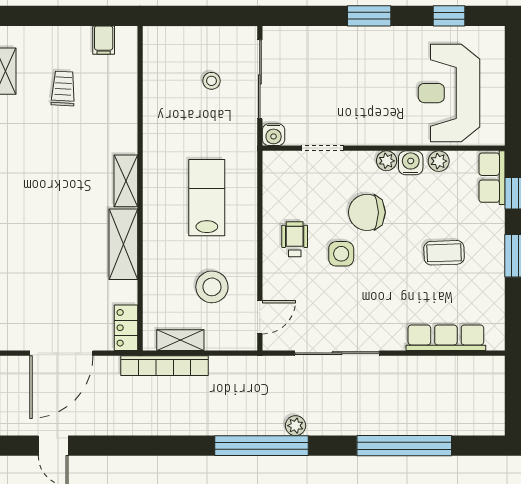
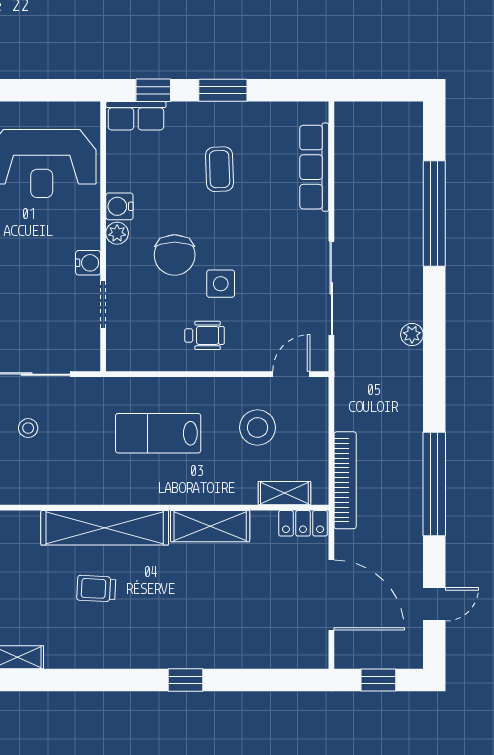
trolley: (63, 88) -> (96, 589), moved
water cooler: (274, 135) -> (88, 263), moved
plant: (439, 161) -> (118, 175), removed
shelving: (126, 181) -> (105, 528), width x2.20, depth x1.33
wheelchair: (295, 239) -> (204, 335), turned 180
door: (260, 317) -> (291, 374), hinge flipped
shelving: (180, 340) -> (284, 493), moved, turned 90
window: (261, 446) -> (434, 484), moved

